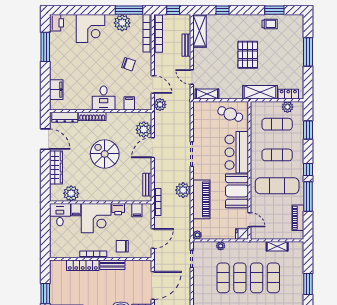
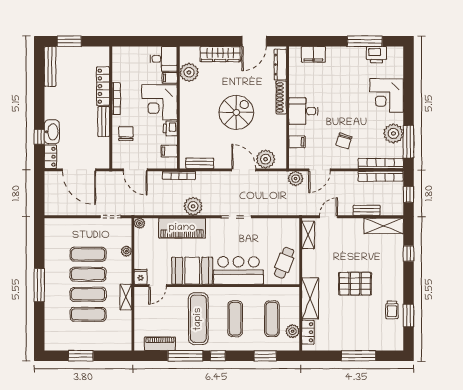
printer: (56, 23) -> (376, 55), moved
shelving: (277, 246) -> (126, 297), moved

